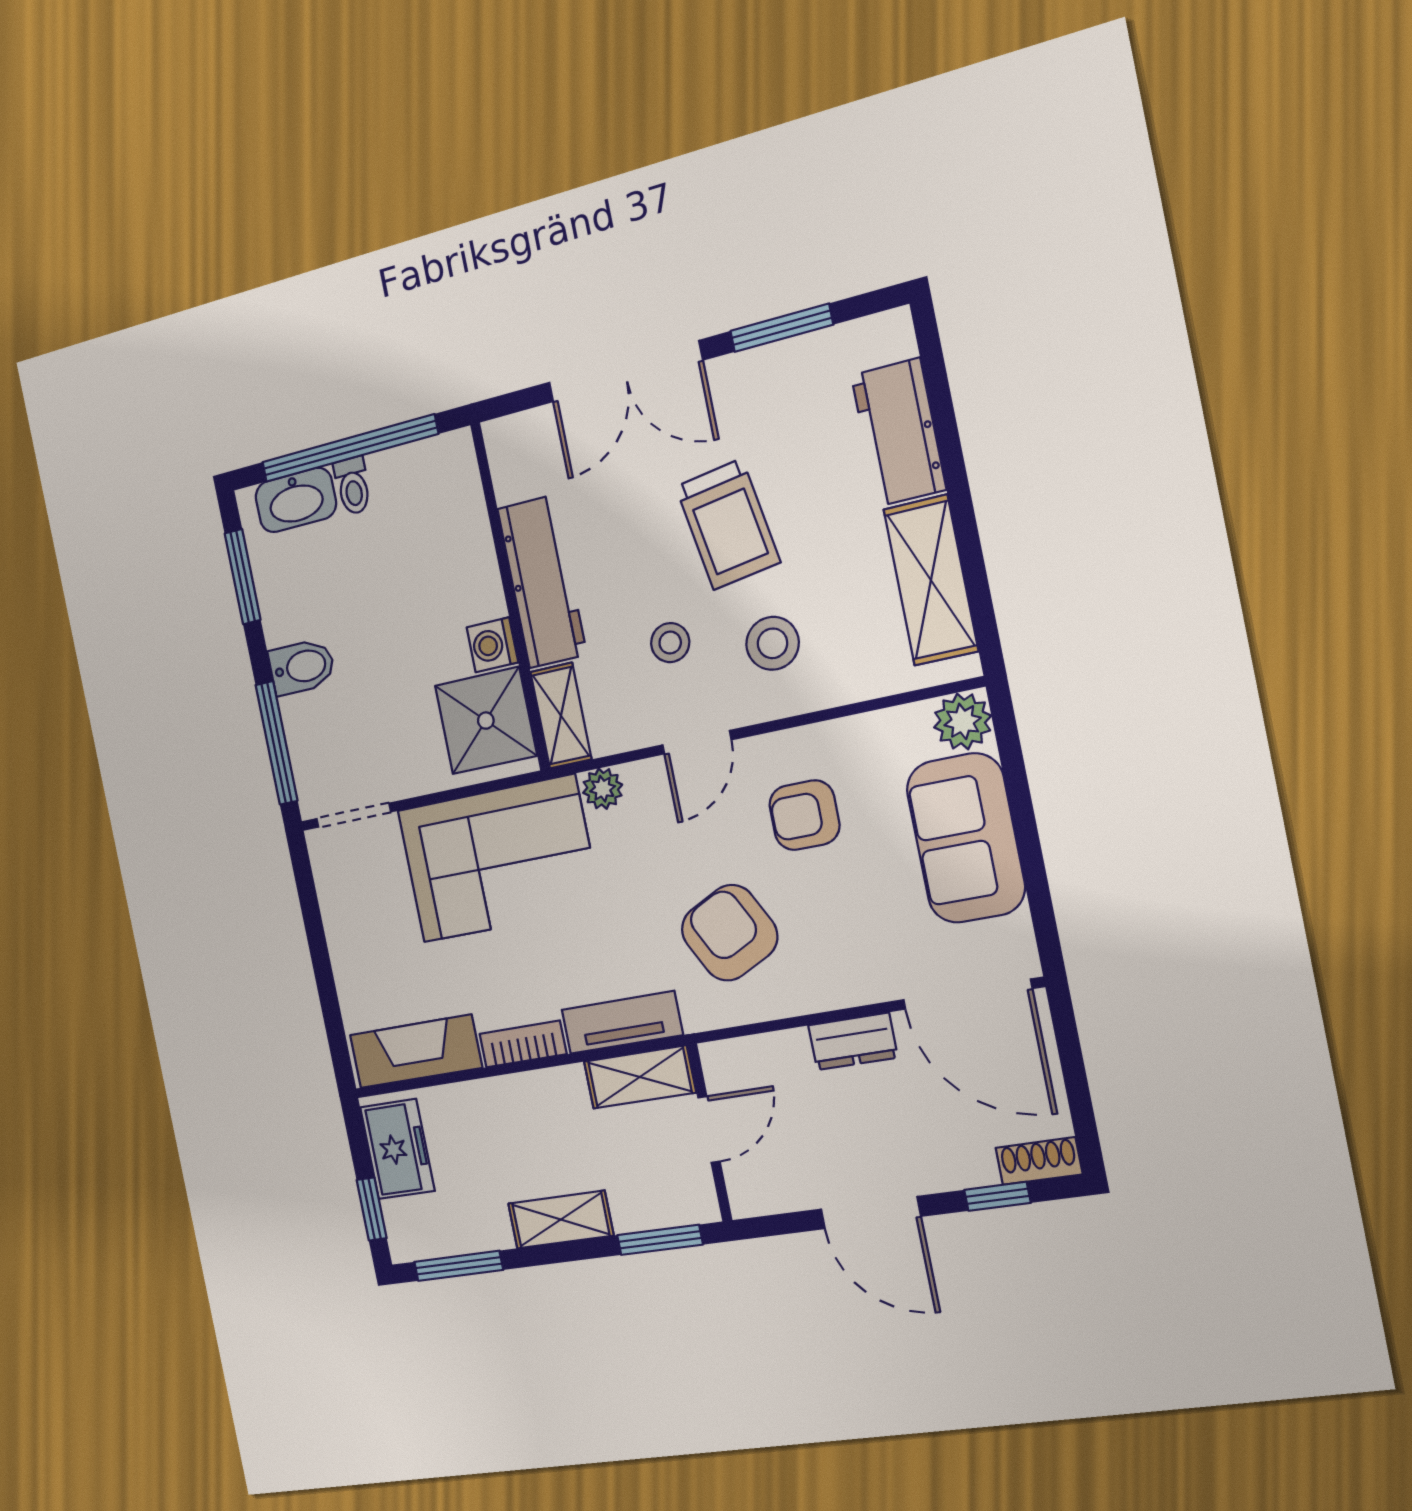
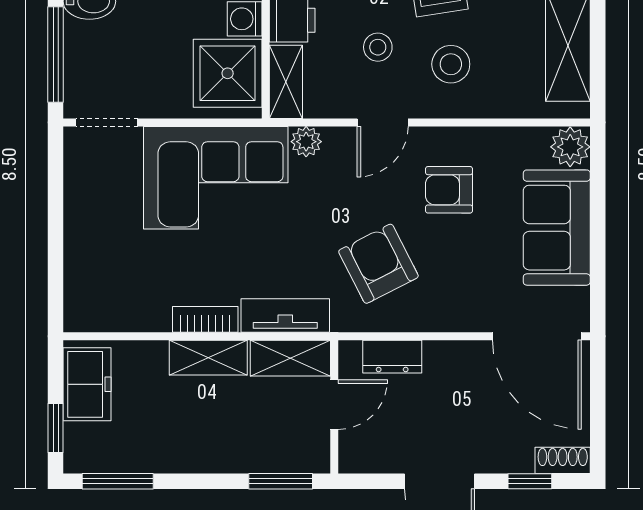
dresser: (853, 1041) -> (392, 357), moved
fireplace: (416, 1051) -> (118, 311), removed
shelving: (561, 1220) -> (208, 358), moved

